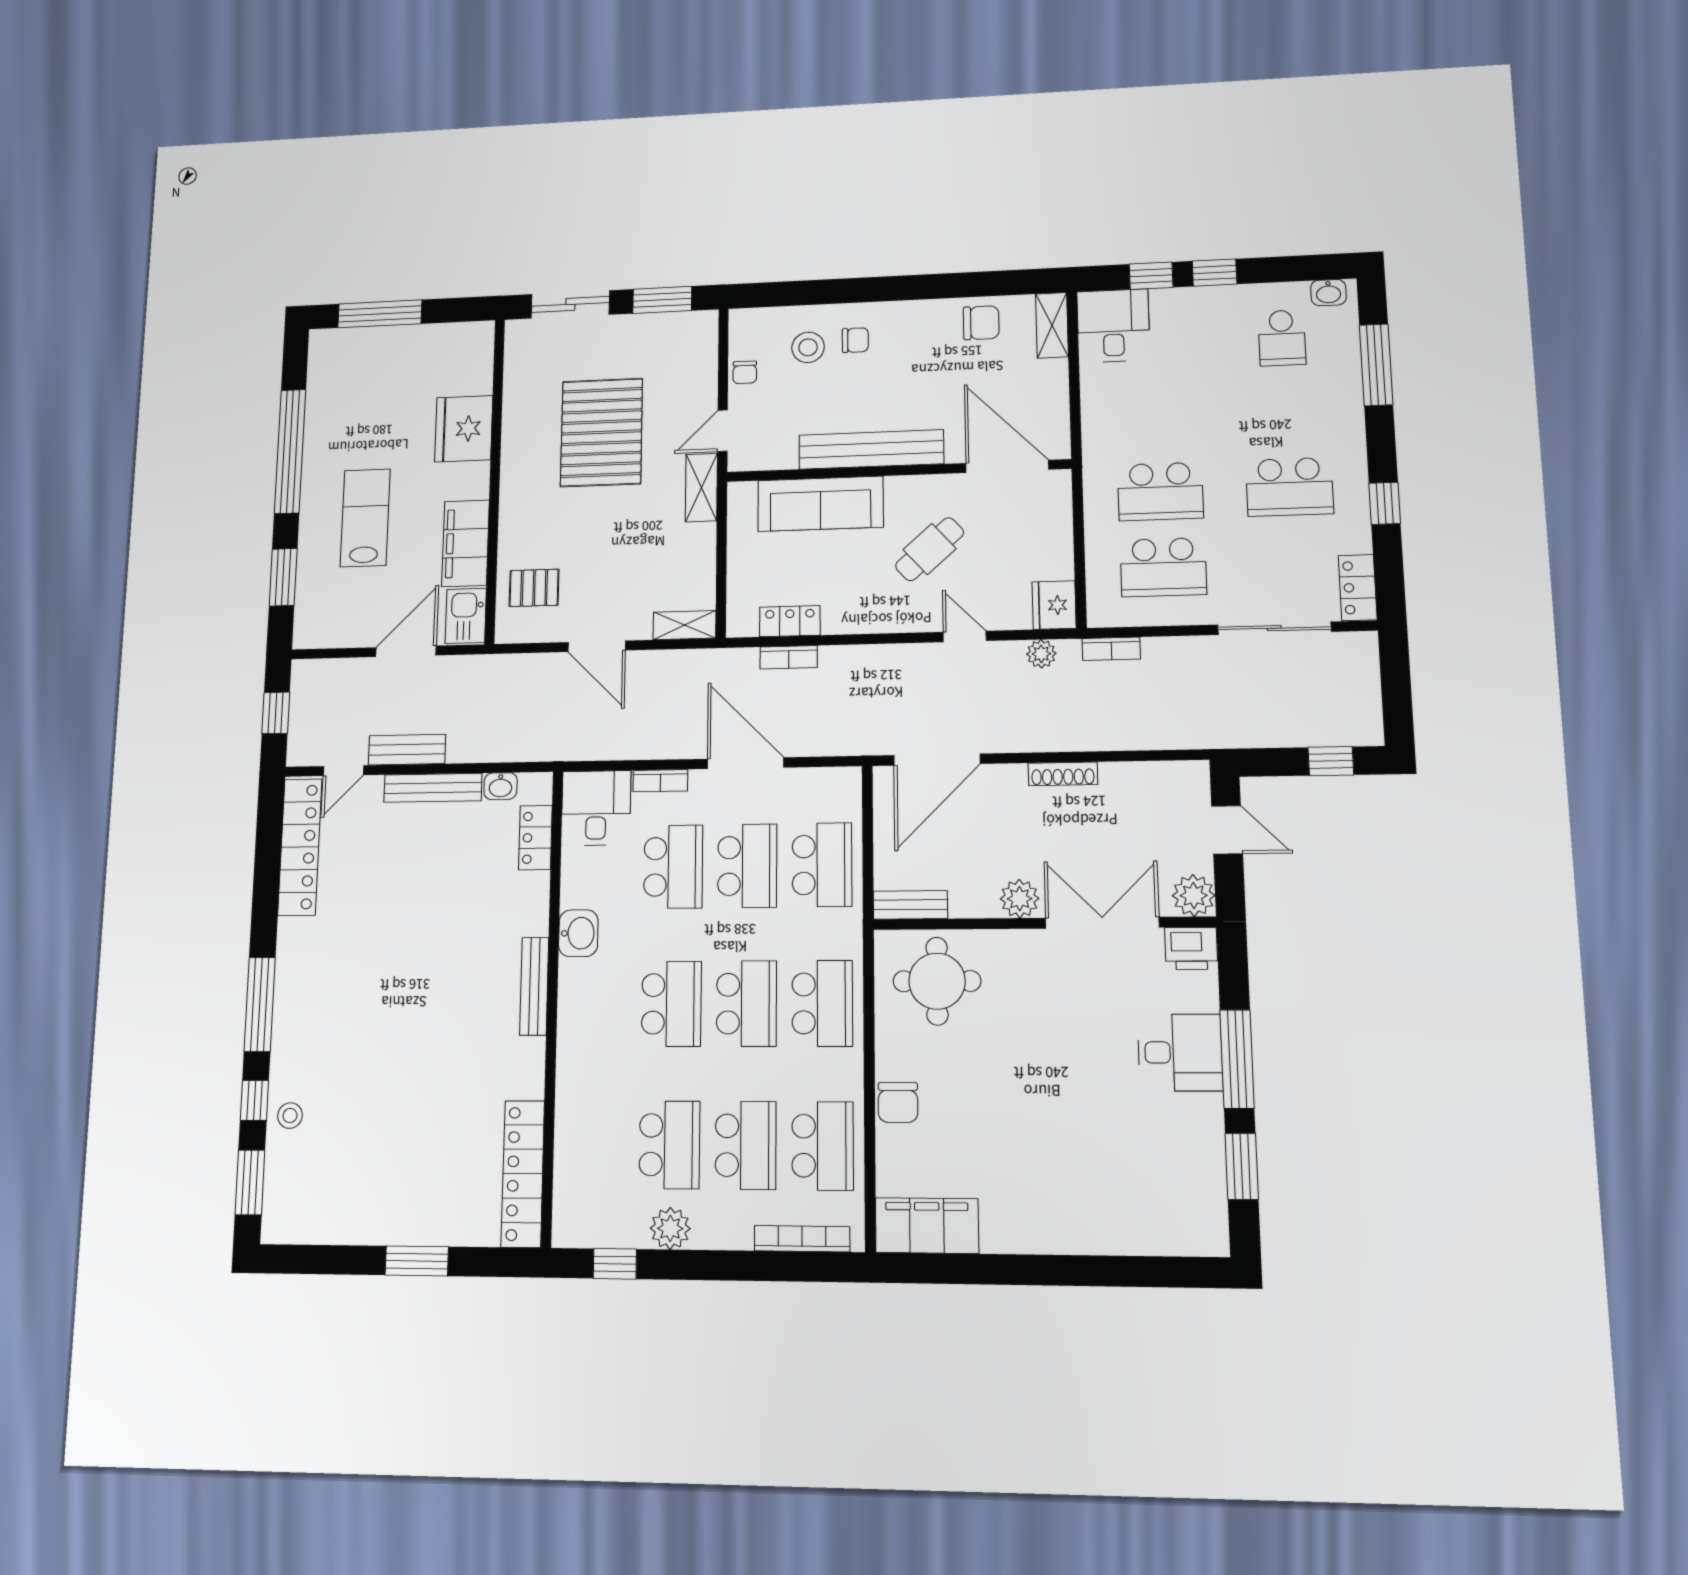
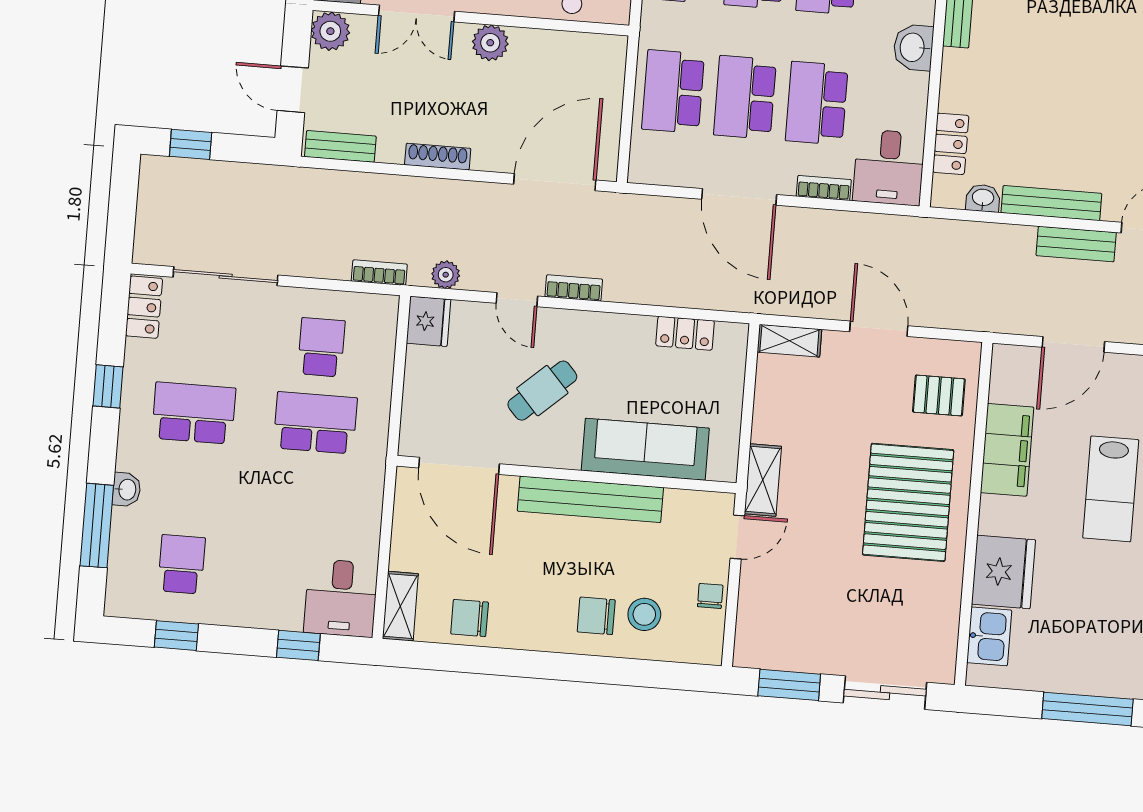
window: (1215, 273) -> (176, 636), moved
washbasin: (1328, 293) -> (127, 490), moved, turned 90
chair: (855, 340) -> (596, 616), width x1.37, depth x1.37
pallet: (601, 432) -> (908, 502), moved
school desk: (1163, 567) -> (321, 347), width x0.54
kitchen sink: (466, 616) -> (989, 636), moved
bookcase: (789, 657) -> (574, 288), moved
bench: (910, 905) -> (340, 146), moved
double door: (1102, 923) -> (417, 14), width x0.73

